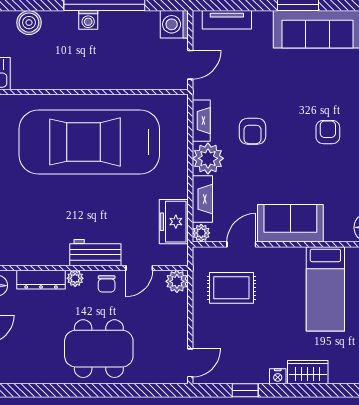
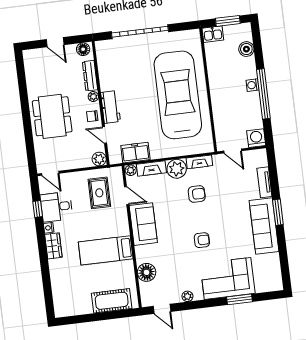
tv unit: (227, 20) -> (264, 182), moved
armchair: (253, 131) -> (197, 194), turned 180
desk: (245, 359) -> (56, 207), added

